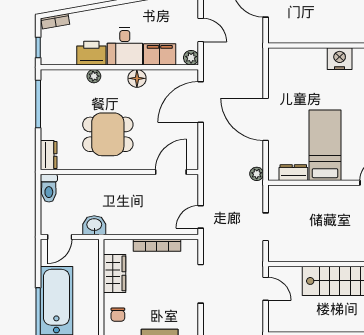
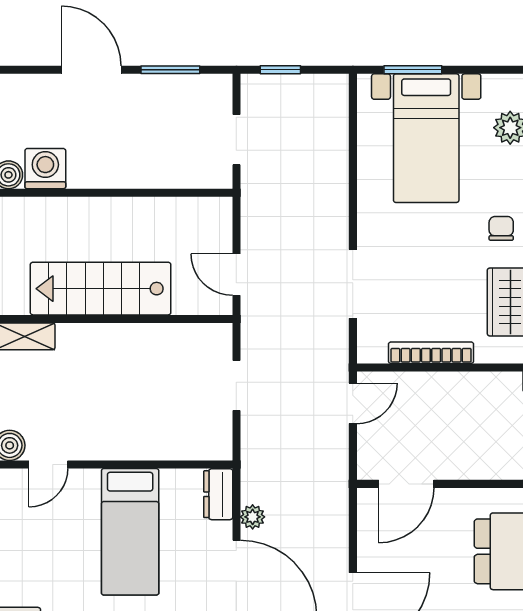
dresser: (293, 173) -> (218, 494), moved, turned 90
plant: (257, 174) -> (253, 517), moved

